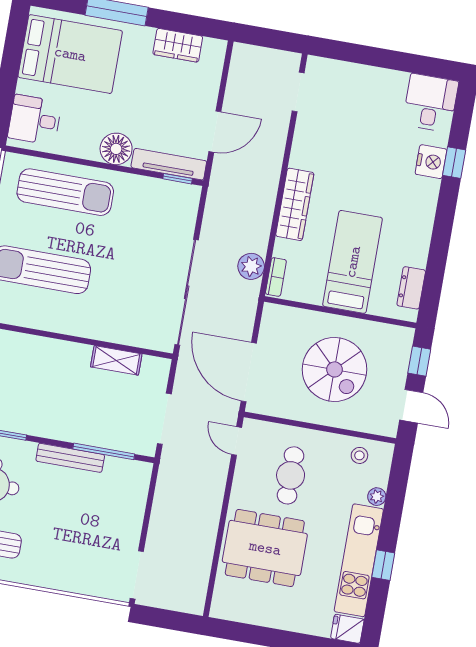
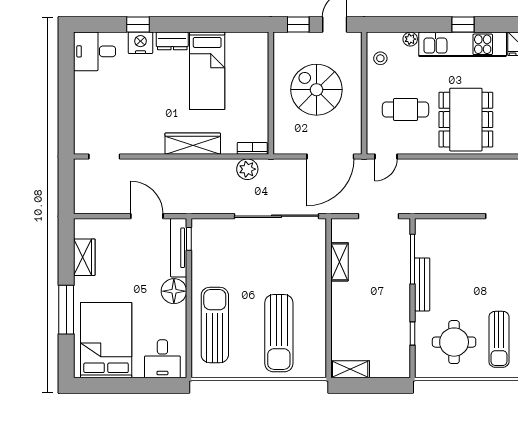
bed: (353, 262) -> (207, 71), moved, turned -90
dresser: (411, 288) -> (172, 41), moved
spiral stairs: (334, 369) -> (316, 90), turned -90

